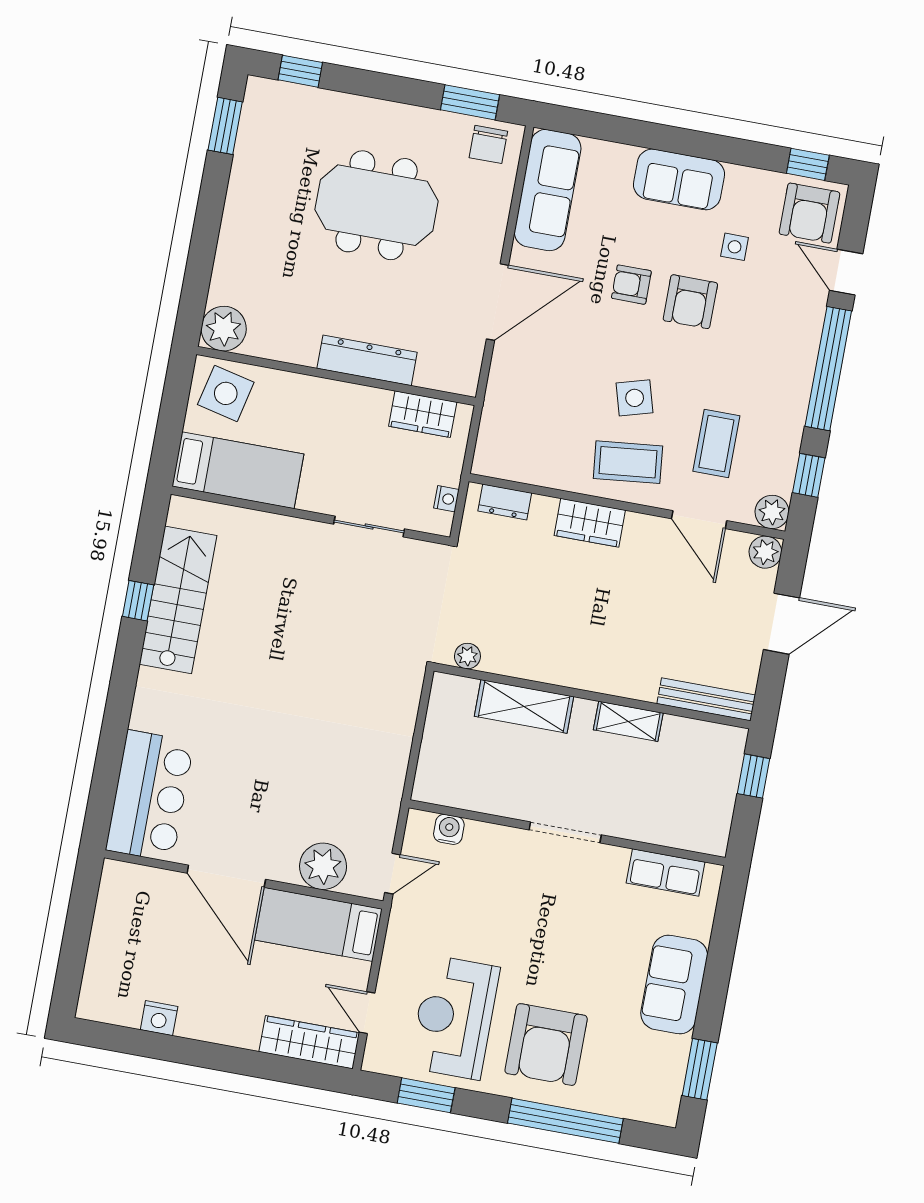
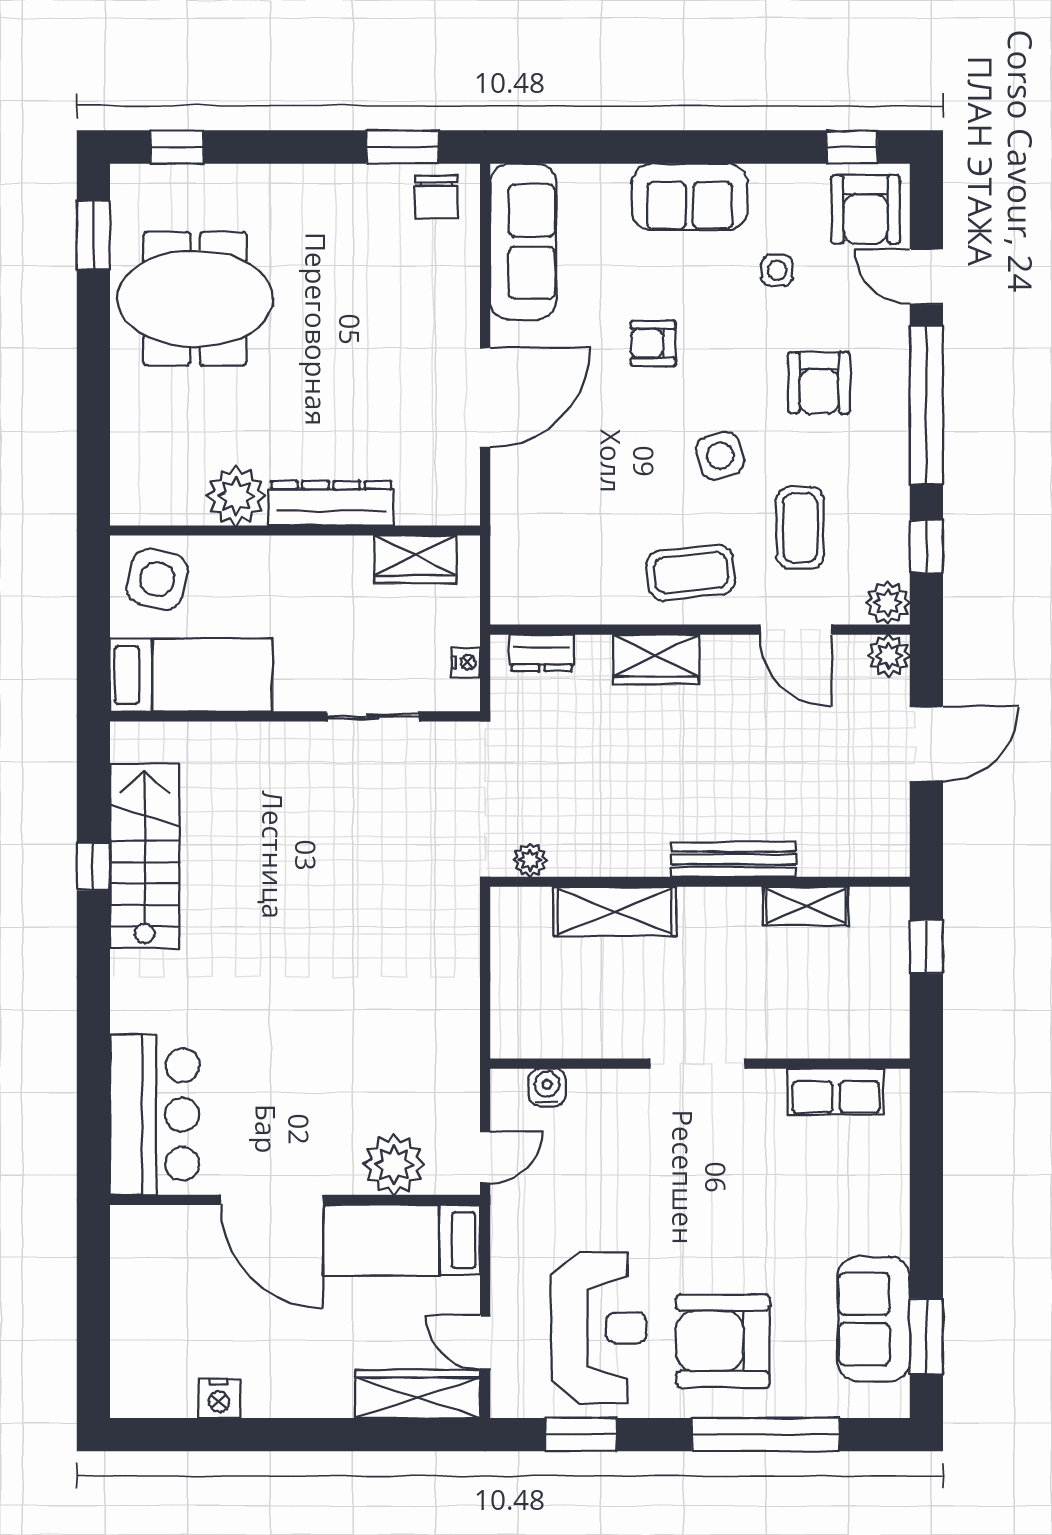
meeting table: (377, 205) -> (195, 299), moved
armchair: (690, 302) -> (819, 383), moved
plant: (224, 329) -> (236, 496), moved
side table: (635, 398) -> (720, 456), moved
bench: (706, 699) -> (734, 859), moved
shelving: (628, 721) -> (806, 906), moved
sofa: (674, 984) -> (874, 1319), moved
reception desk: (454, 1017) -> (599, 1328), turned 180
armchair: (546, 1045) -> (723, 1341), turned 90

